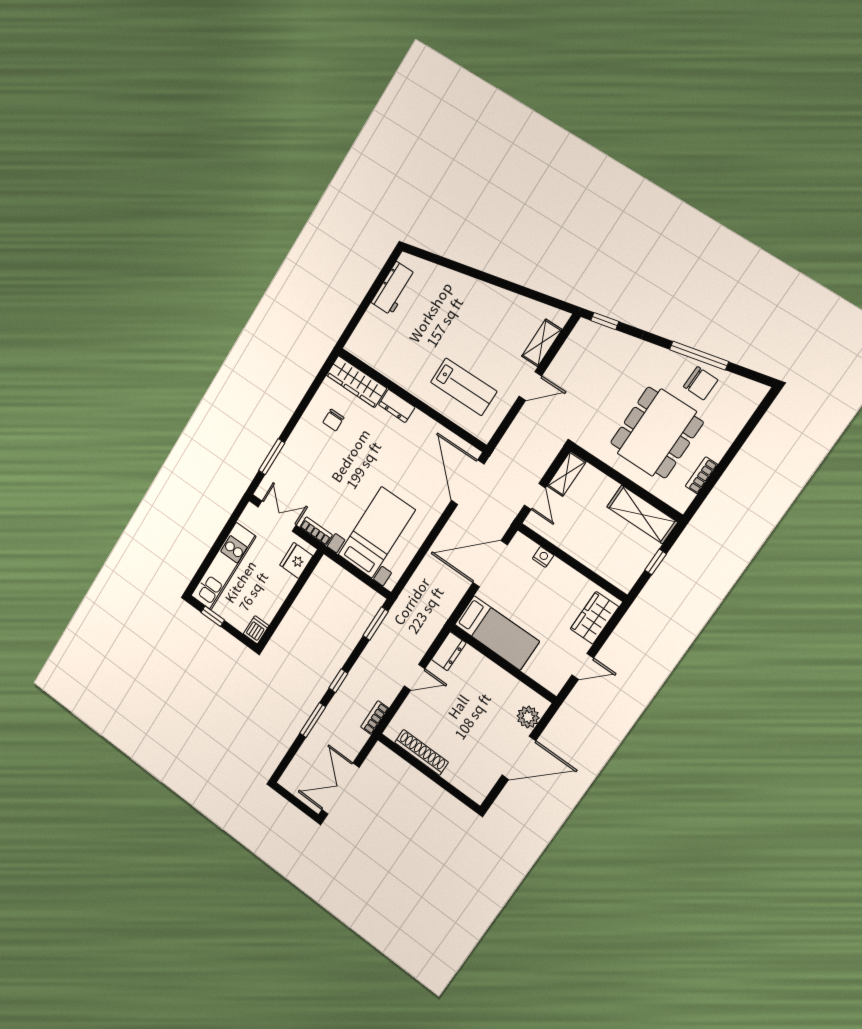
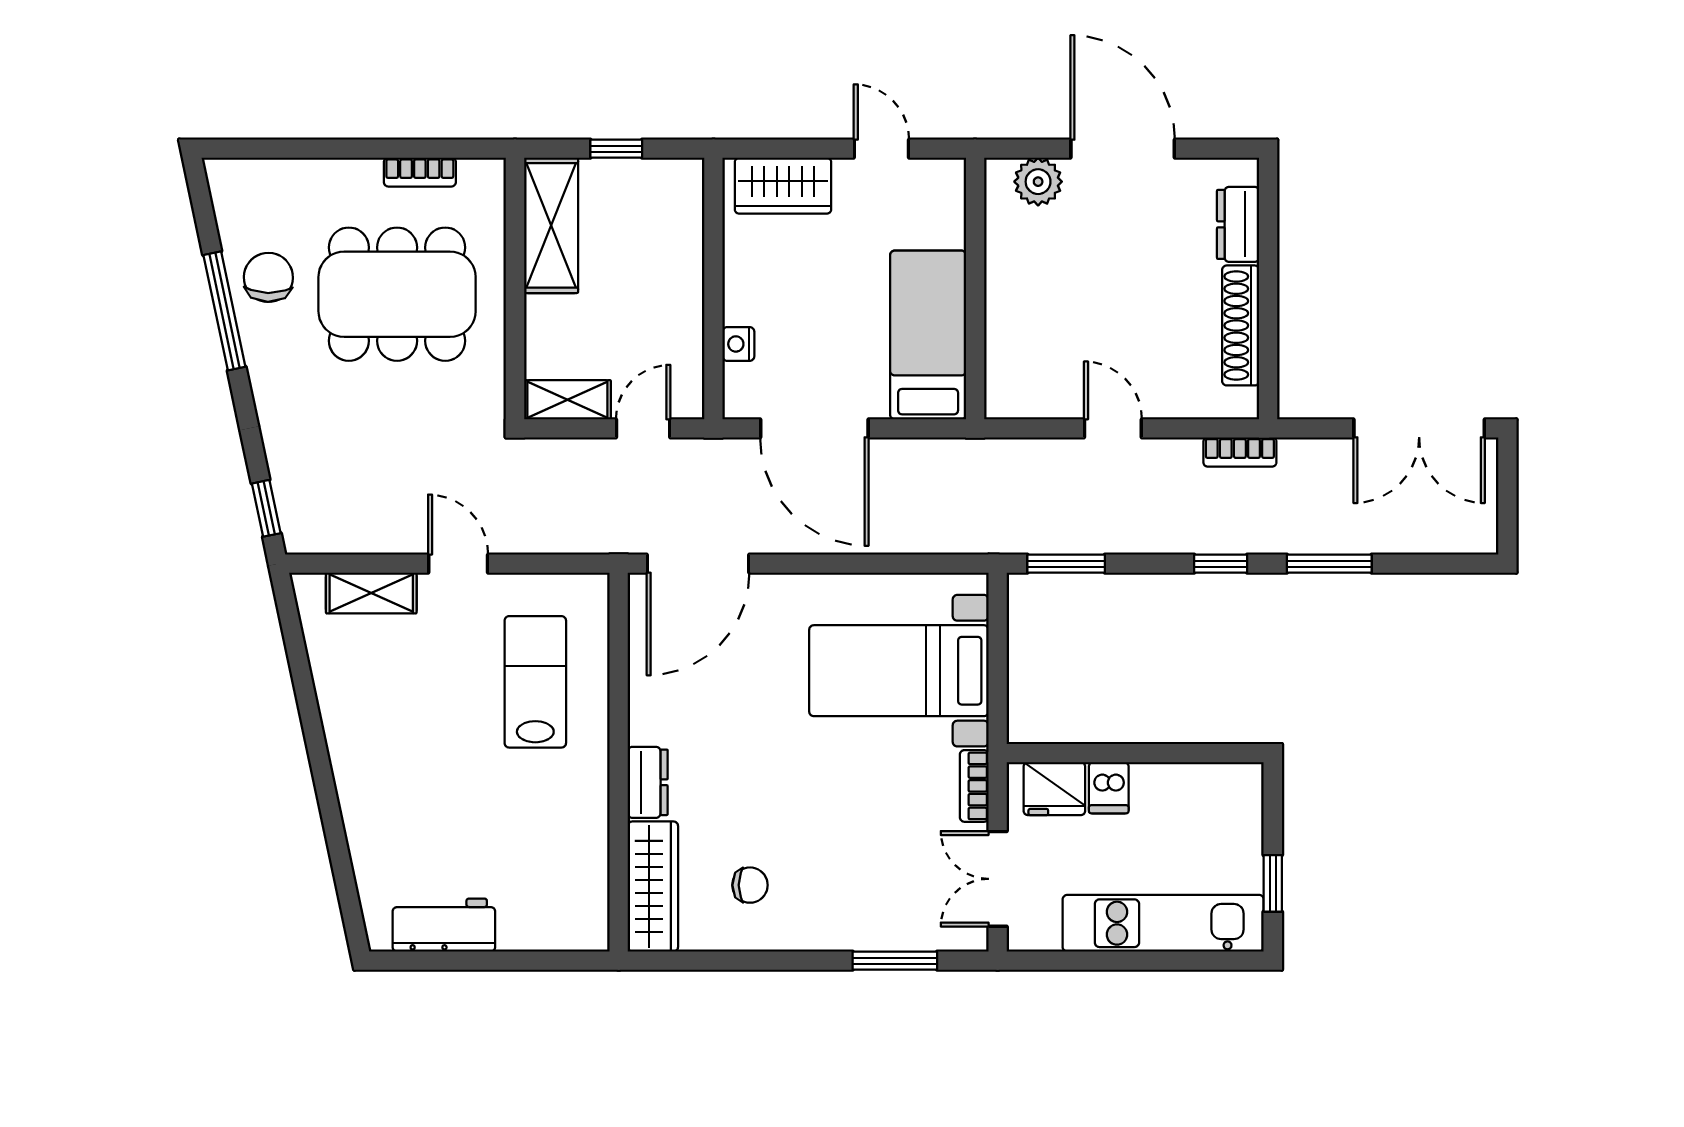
dishwasher: (256, 630) -> (1109, 788), moved, turned -90
dresser: (449, 651) -> (1238, 224), moved, turned -90

